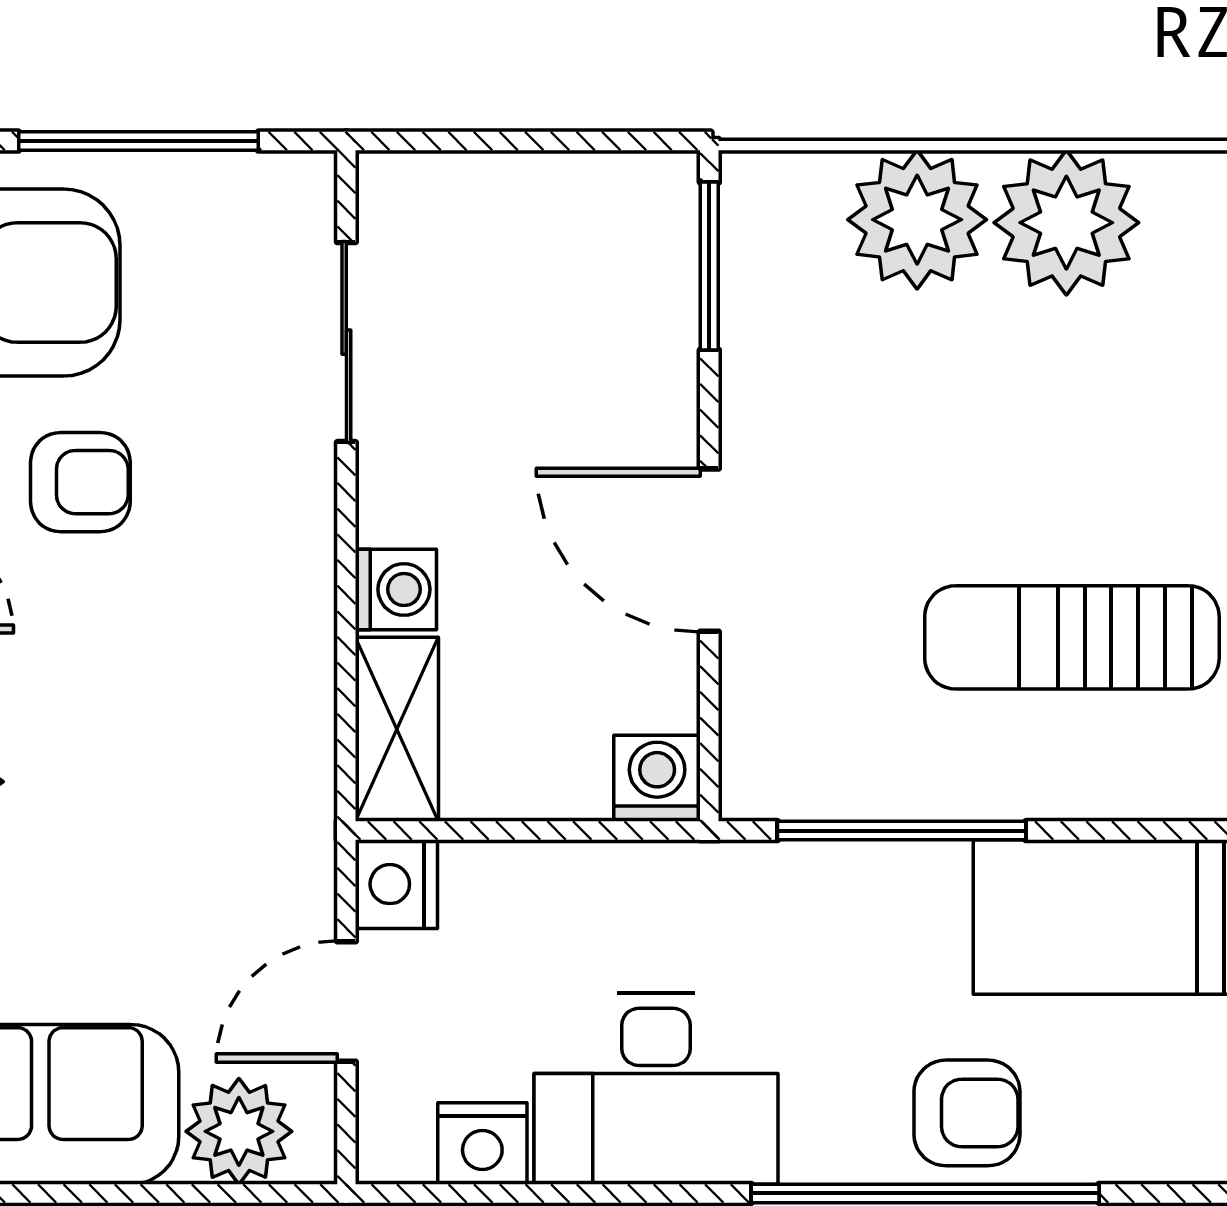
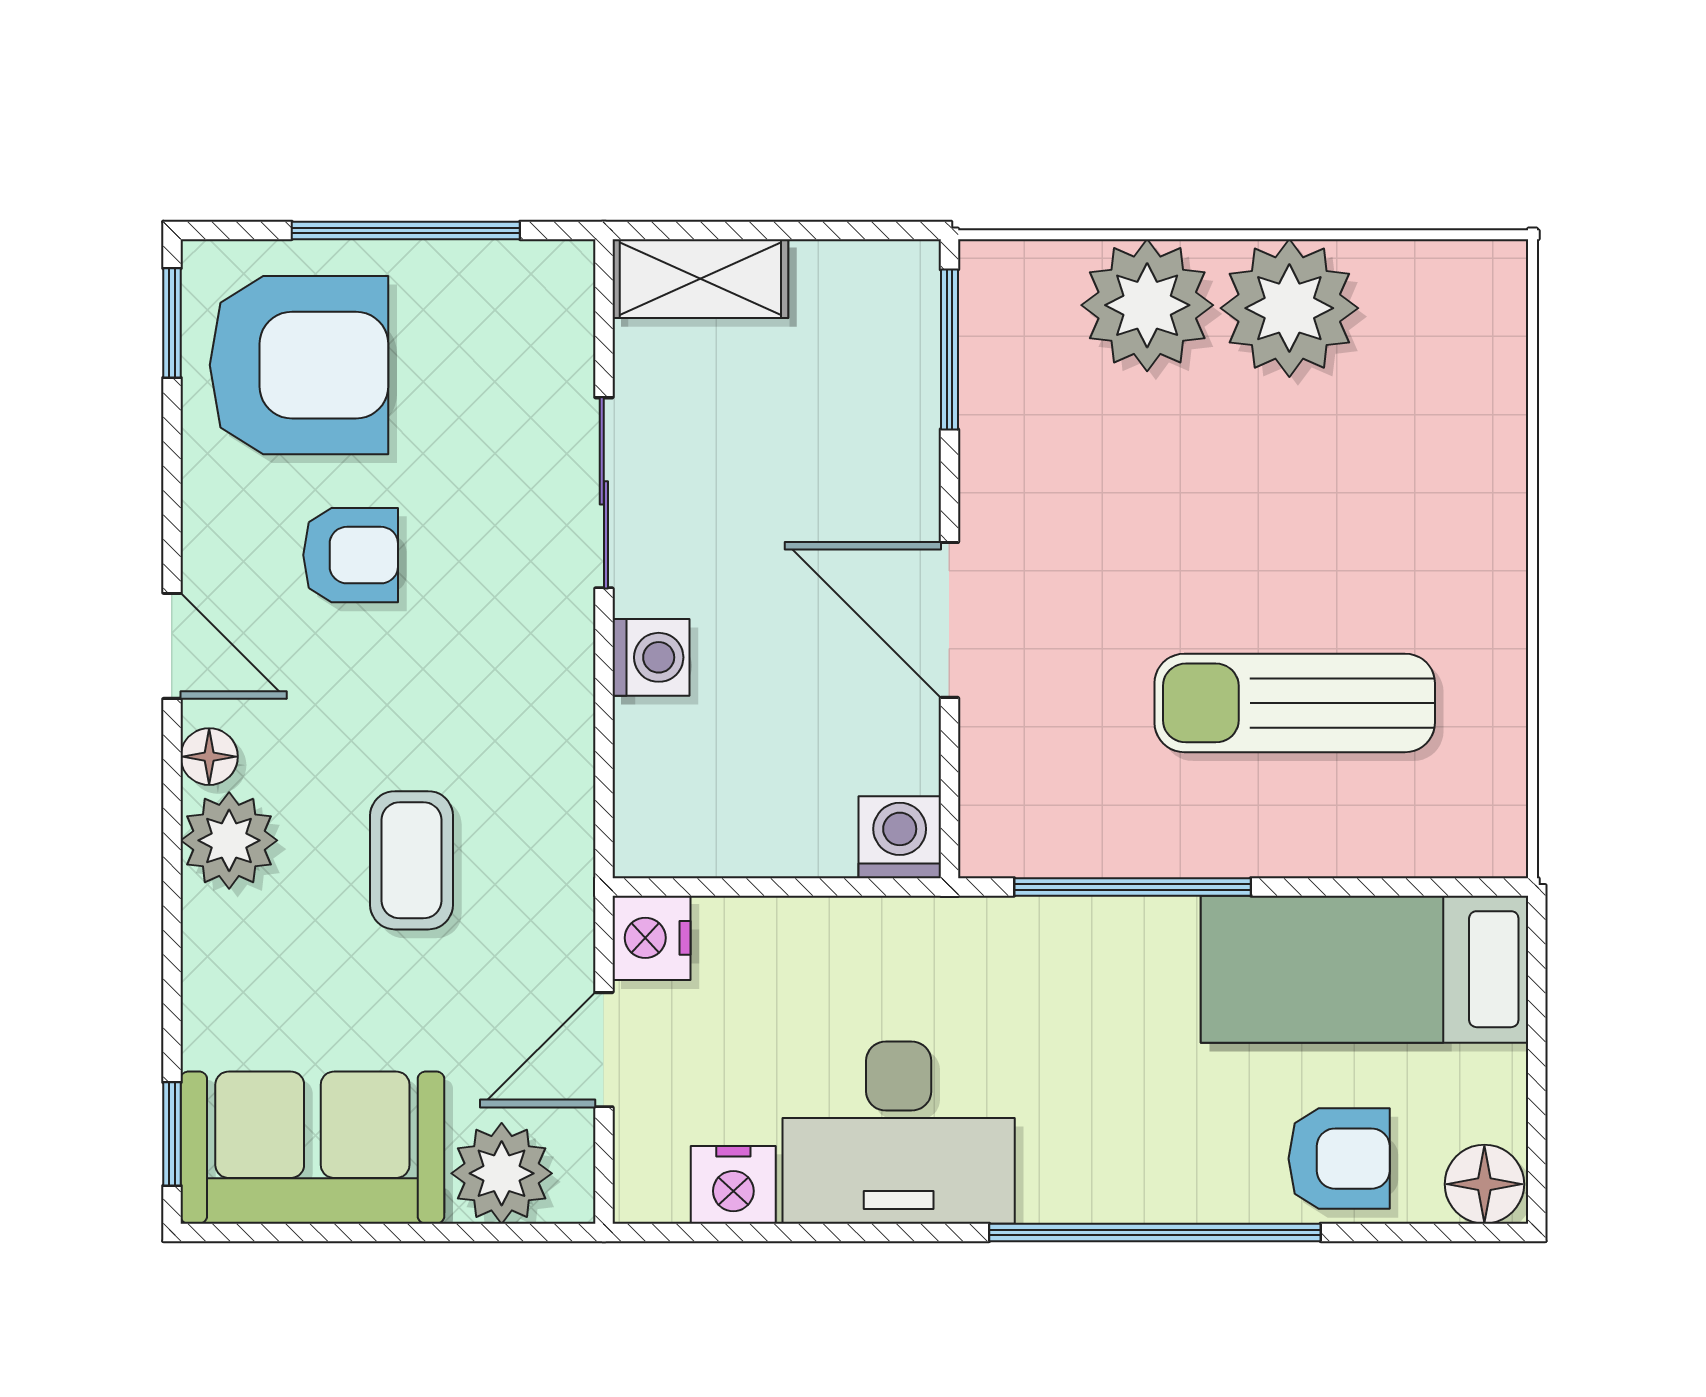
sliding door: (346, 342) -> (604, 493), moved
shelving: (397, 729) -> (700, 279), moved, turned 90
coffee table: (144, 803) -> (412, 860), added
armchair: (967, 1113) -> (1339, 1159), moved

